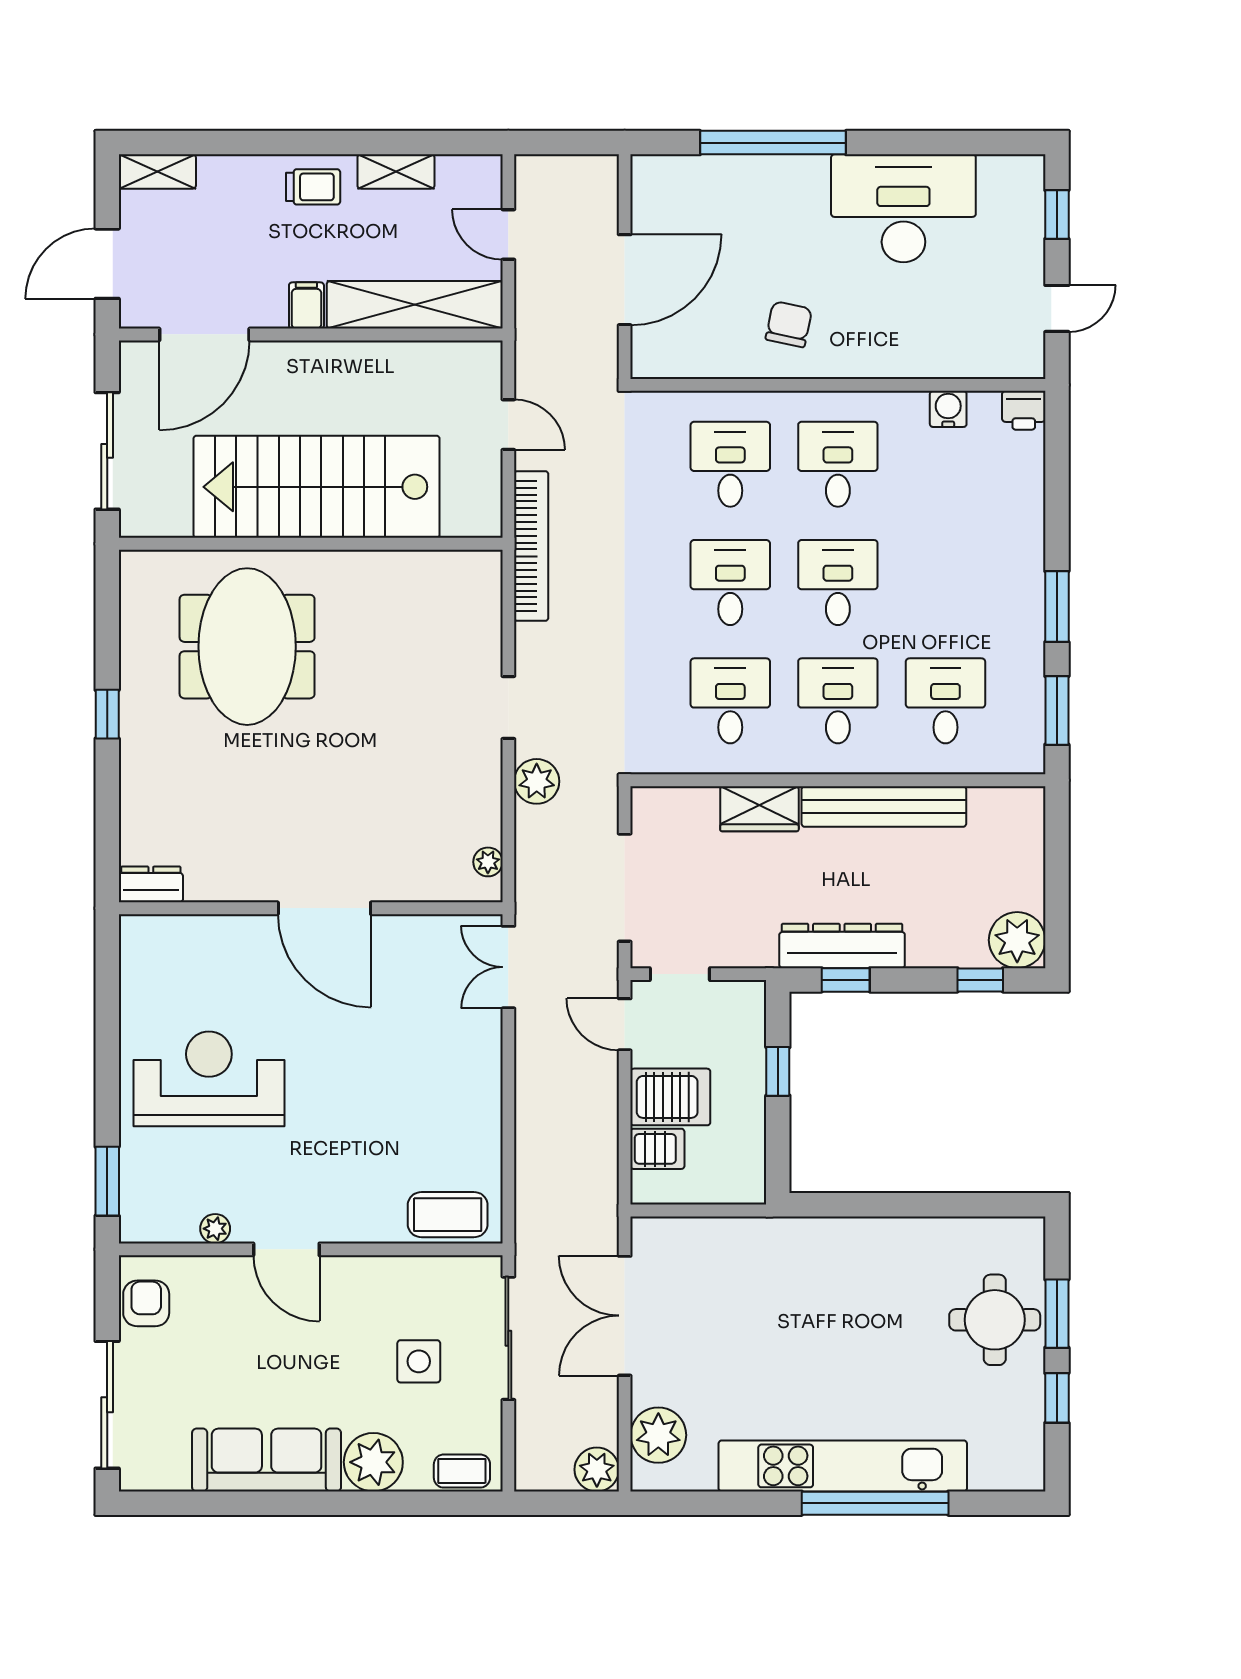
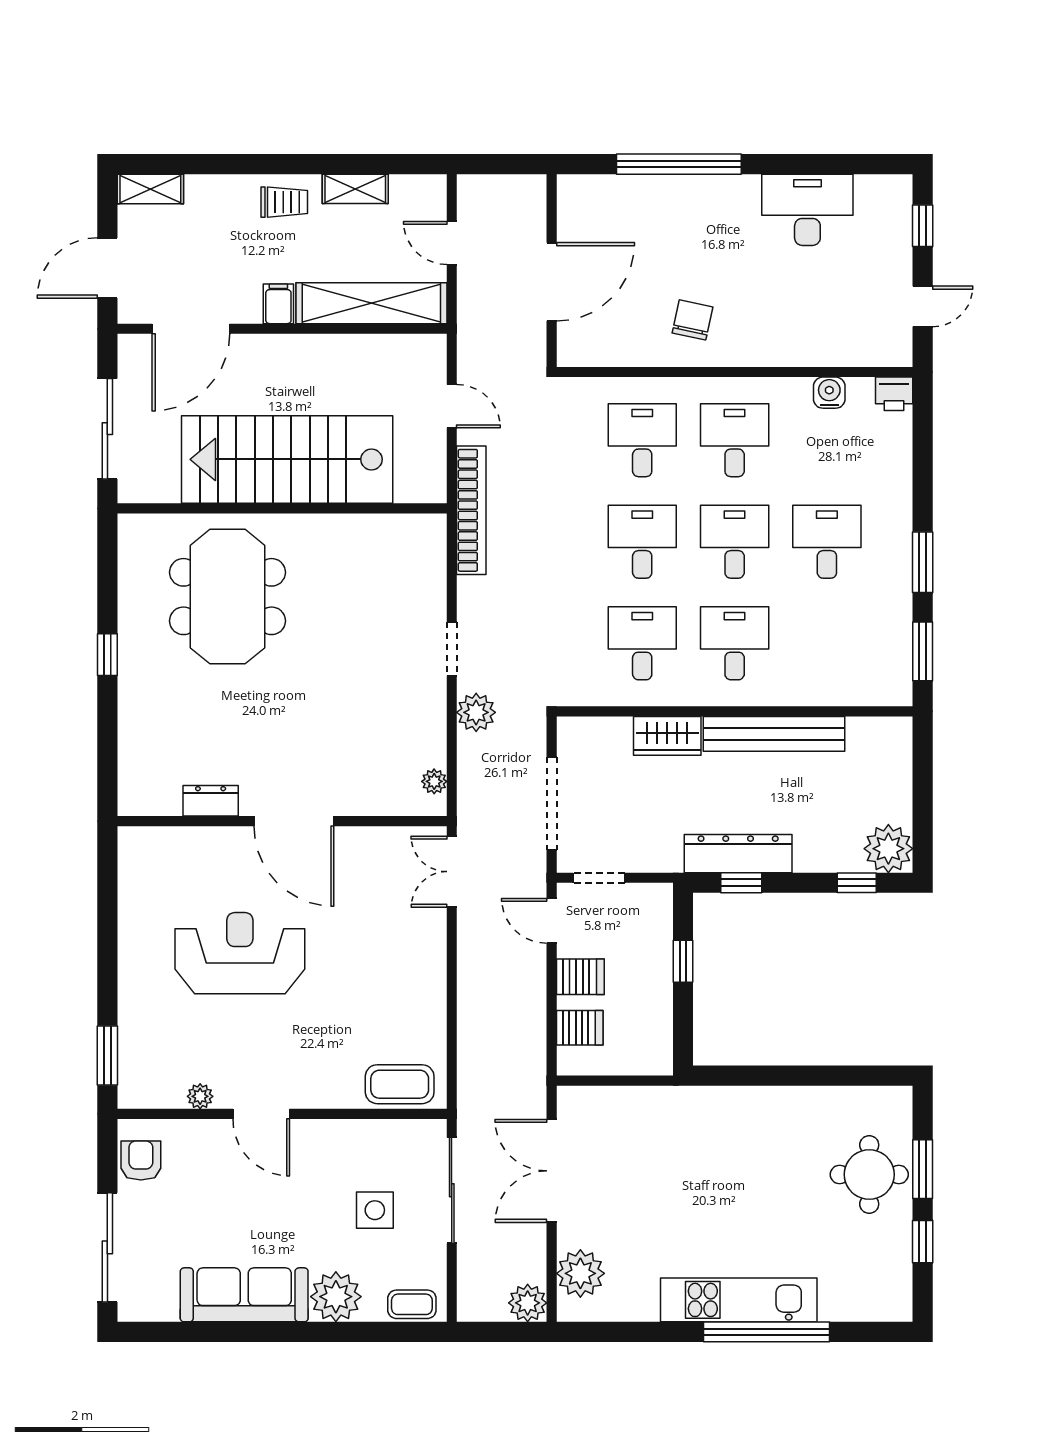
desk: (903, 208) -> (807, 210), width x0.73, depth x0.77
desk: (945, 701) -> (827, 542), moved
dresser: (151, 884) -> (211, 801), moved
reception desk: (209, 1079) -> (240, 953), moved
server rack: (670, 1097) -> (580, 977), width x0.73, depth x0.70
kitchen unit: (843, 1466) -> (739, 1300), width x0.73

